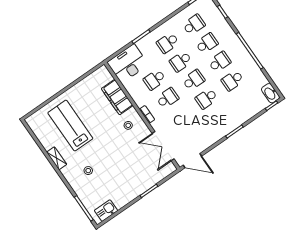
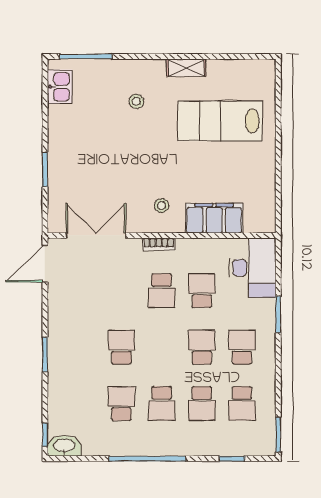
school desk: (194, 80) -> (162, 347), removed
lab bench: (70, 126) -> (220, 121), turned 180

